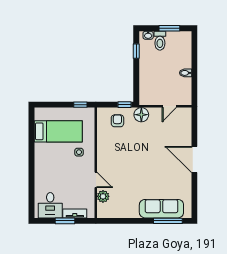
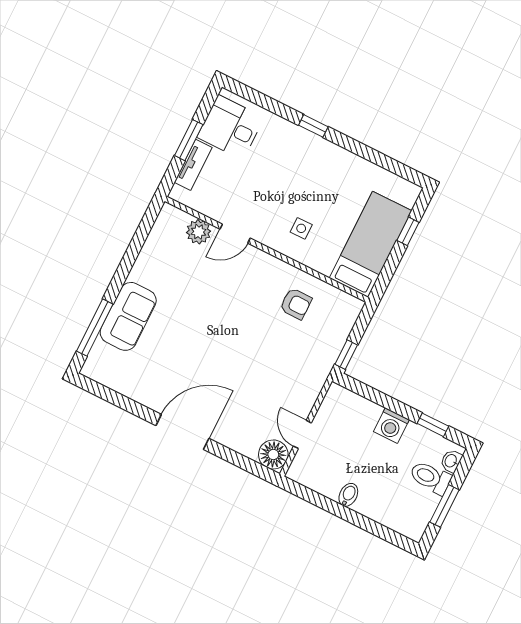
washing machine: (146, 69) -> (391, 426), added
window: (80, 105) -> (408, 231), moved
floor lamp: (141, 115) -> (273, 455), moved
armchair: (117, 121) -> (296, 304), moved
bed: (58, 131) -> (370, 244), moved, turned 180
window: (31, 169) -> (313, 126), added
sofa: (161, 209) -> (128, 316), width x0.73

